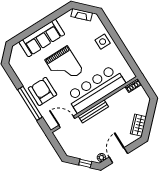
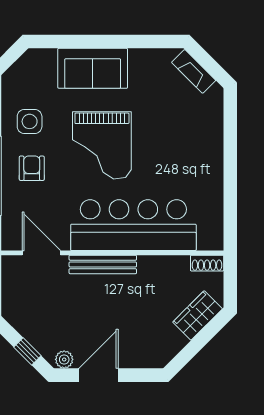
sofa: (42, 38) -> (93, 68), width x0.73
side table: (103, 42) -> (30, 121), moved
armchair: (43, 91) -> (32, 168), width x0.53, depth x0.53
wardrobe: (138, 125) -> (198, 315), moved

